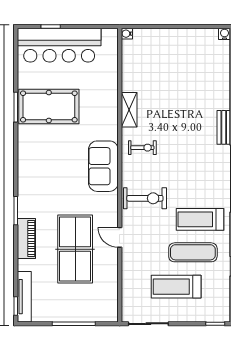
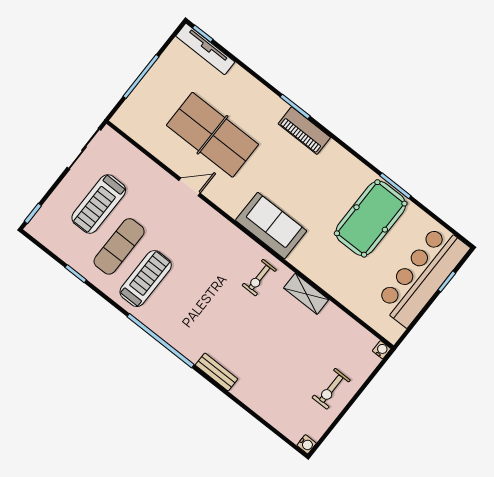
exercise bike: (145, 198) -> (331, 389), moved, width x0.73, depth x0.72
piano: (26, 239) -> (304, 131), moved
treadmill: (176, 287) -> (99, 204), turned 180

